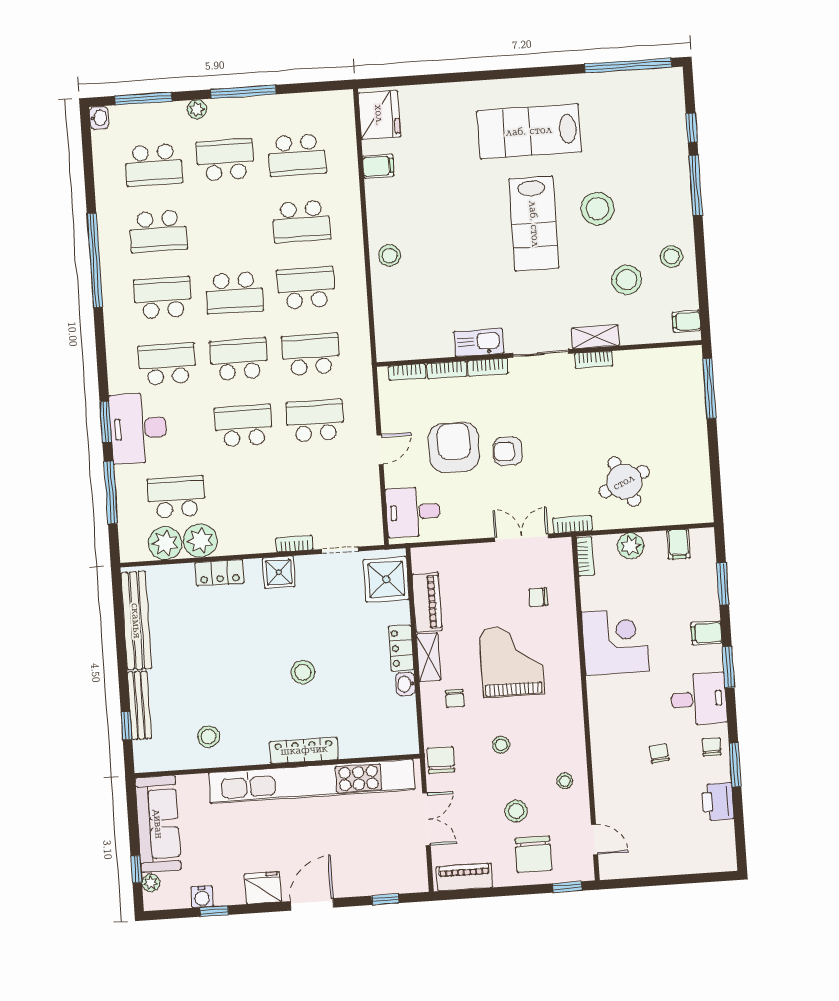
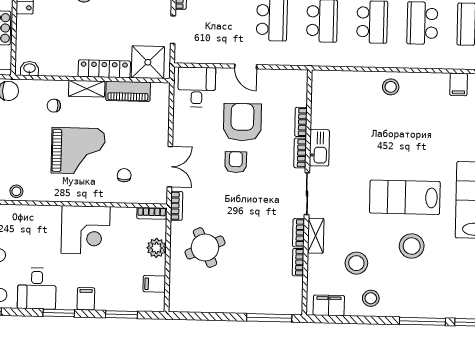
filing cabinet: (686, 321) -> (329, 305), width x2.00
bookcase: (407, 372) -> (298, 262), moved
armchair: (454, 447) -> (242, 122), turned -90
locker: (401, 648) -> (104, 69), width x1.53
washbasin: (405, 684) -> (29, 69), moved
stool: (501, 745) -> (16, 191), moved

